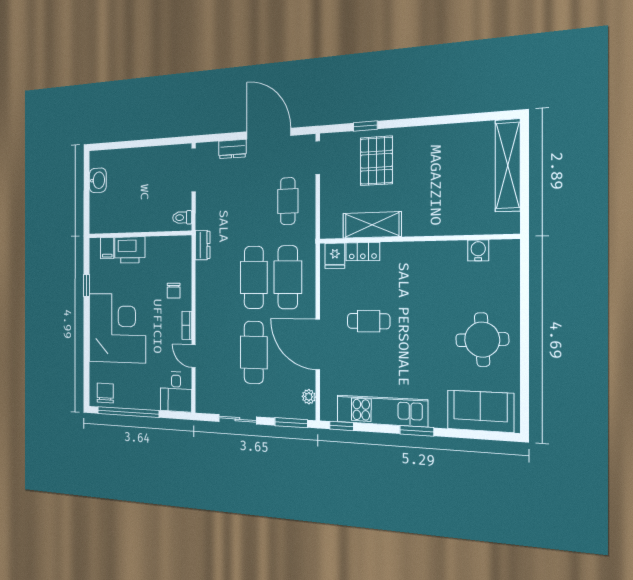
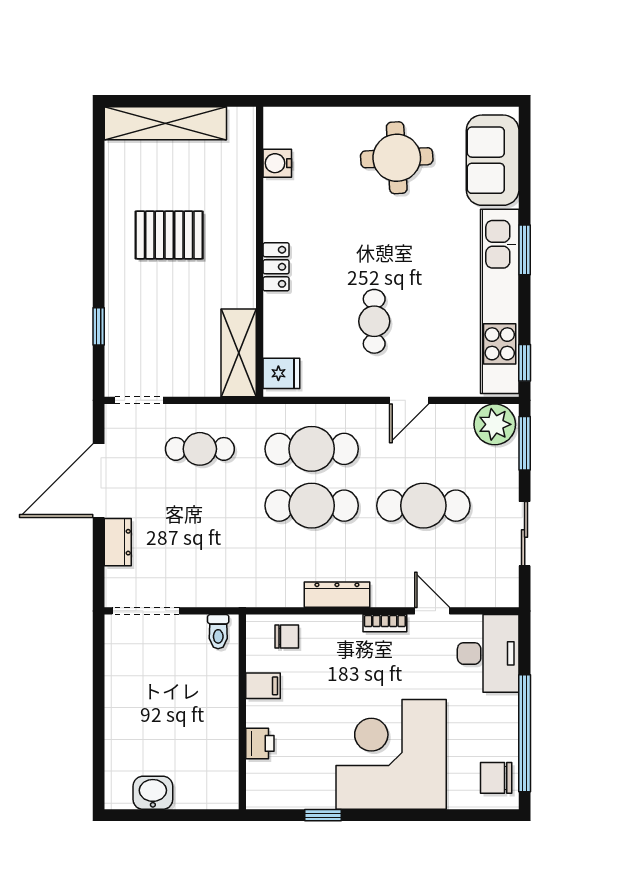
pallet: (376, 161) -> (169, 235), moved
shelving: (372, 225) -> (239, 353), moved
dresser: (203, 245) -> (337, 595), moved, width x1.44
filing cabinet: (107, 248) -> (263, 686), moved
printer: (130, 250) -> (260, 743), width x0.53, depth x0.68
locker: (363, 252) -> (276, 267), moved
chair: (174, 291) -> (287, 636), moved
door: (318, 345) -> (409, 400), width x0.53
door: (194, 356) -> (432, 611), swing flipped
desk: (176, 392) -> (488, 653), width x1.37
plant: (309, 397) -> (495, 424), width x1.88, depth x1.88
kitchen unit: (382, 411) -> (500, 301), width x1.36

